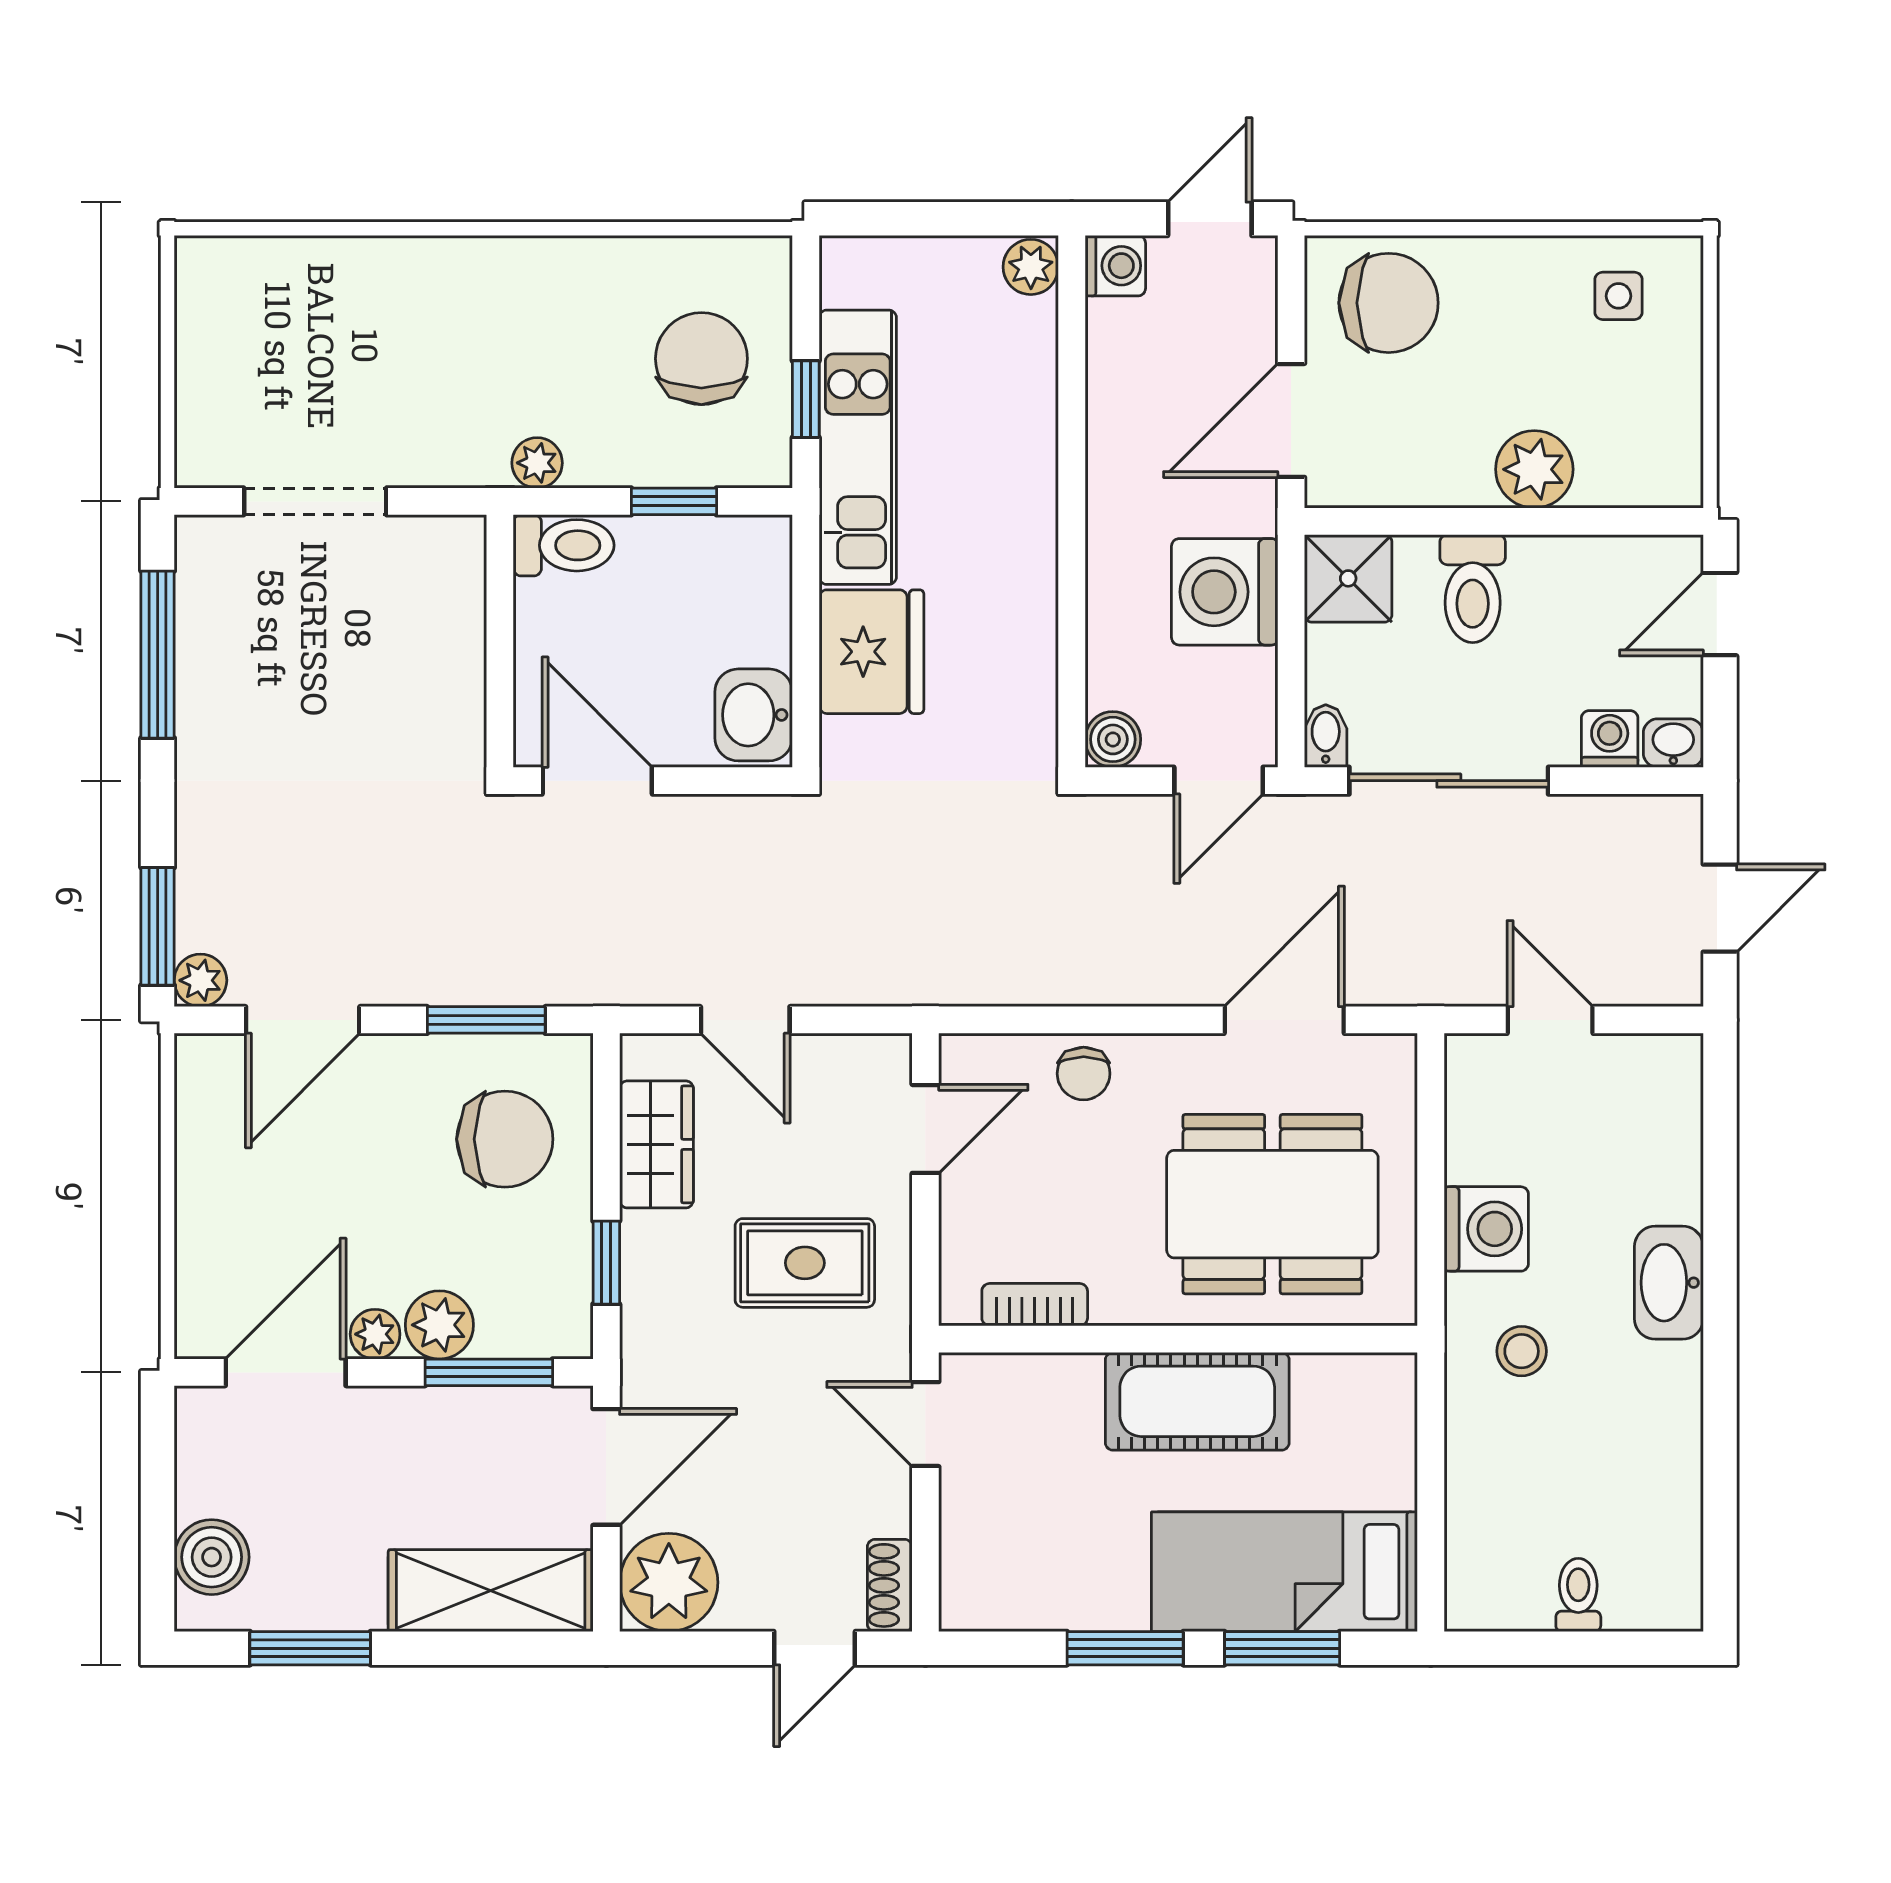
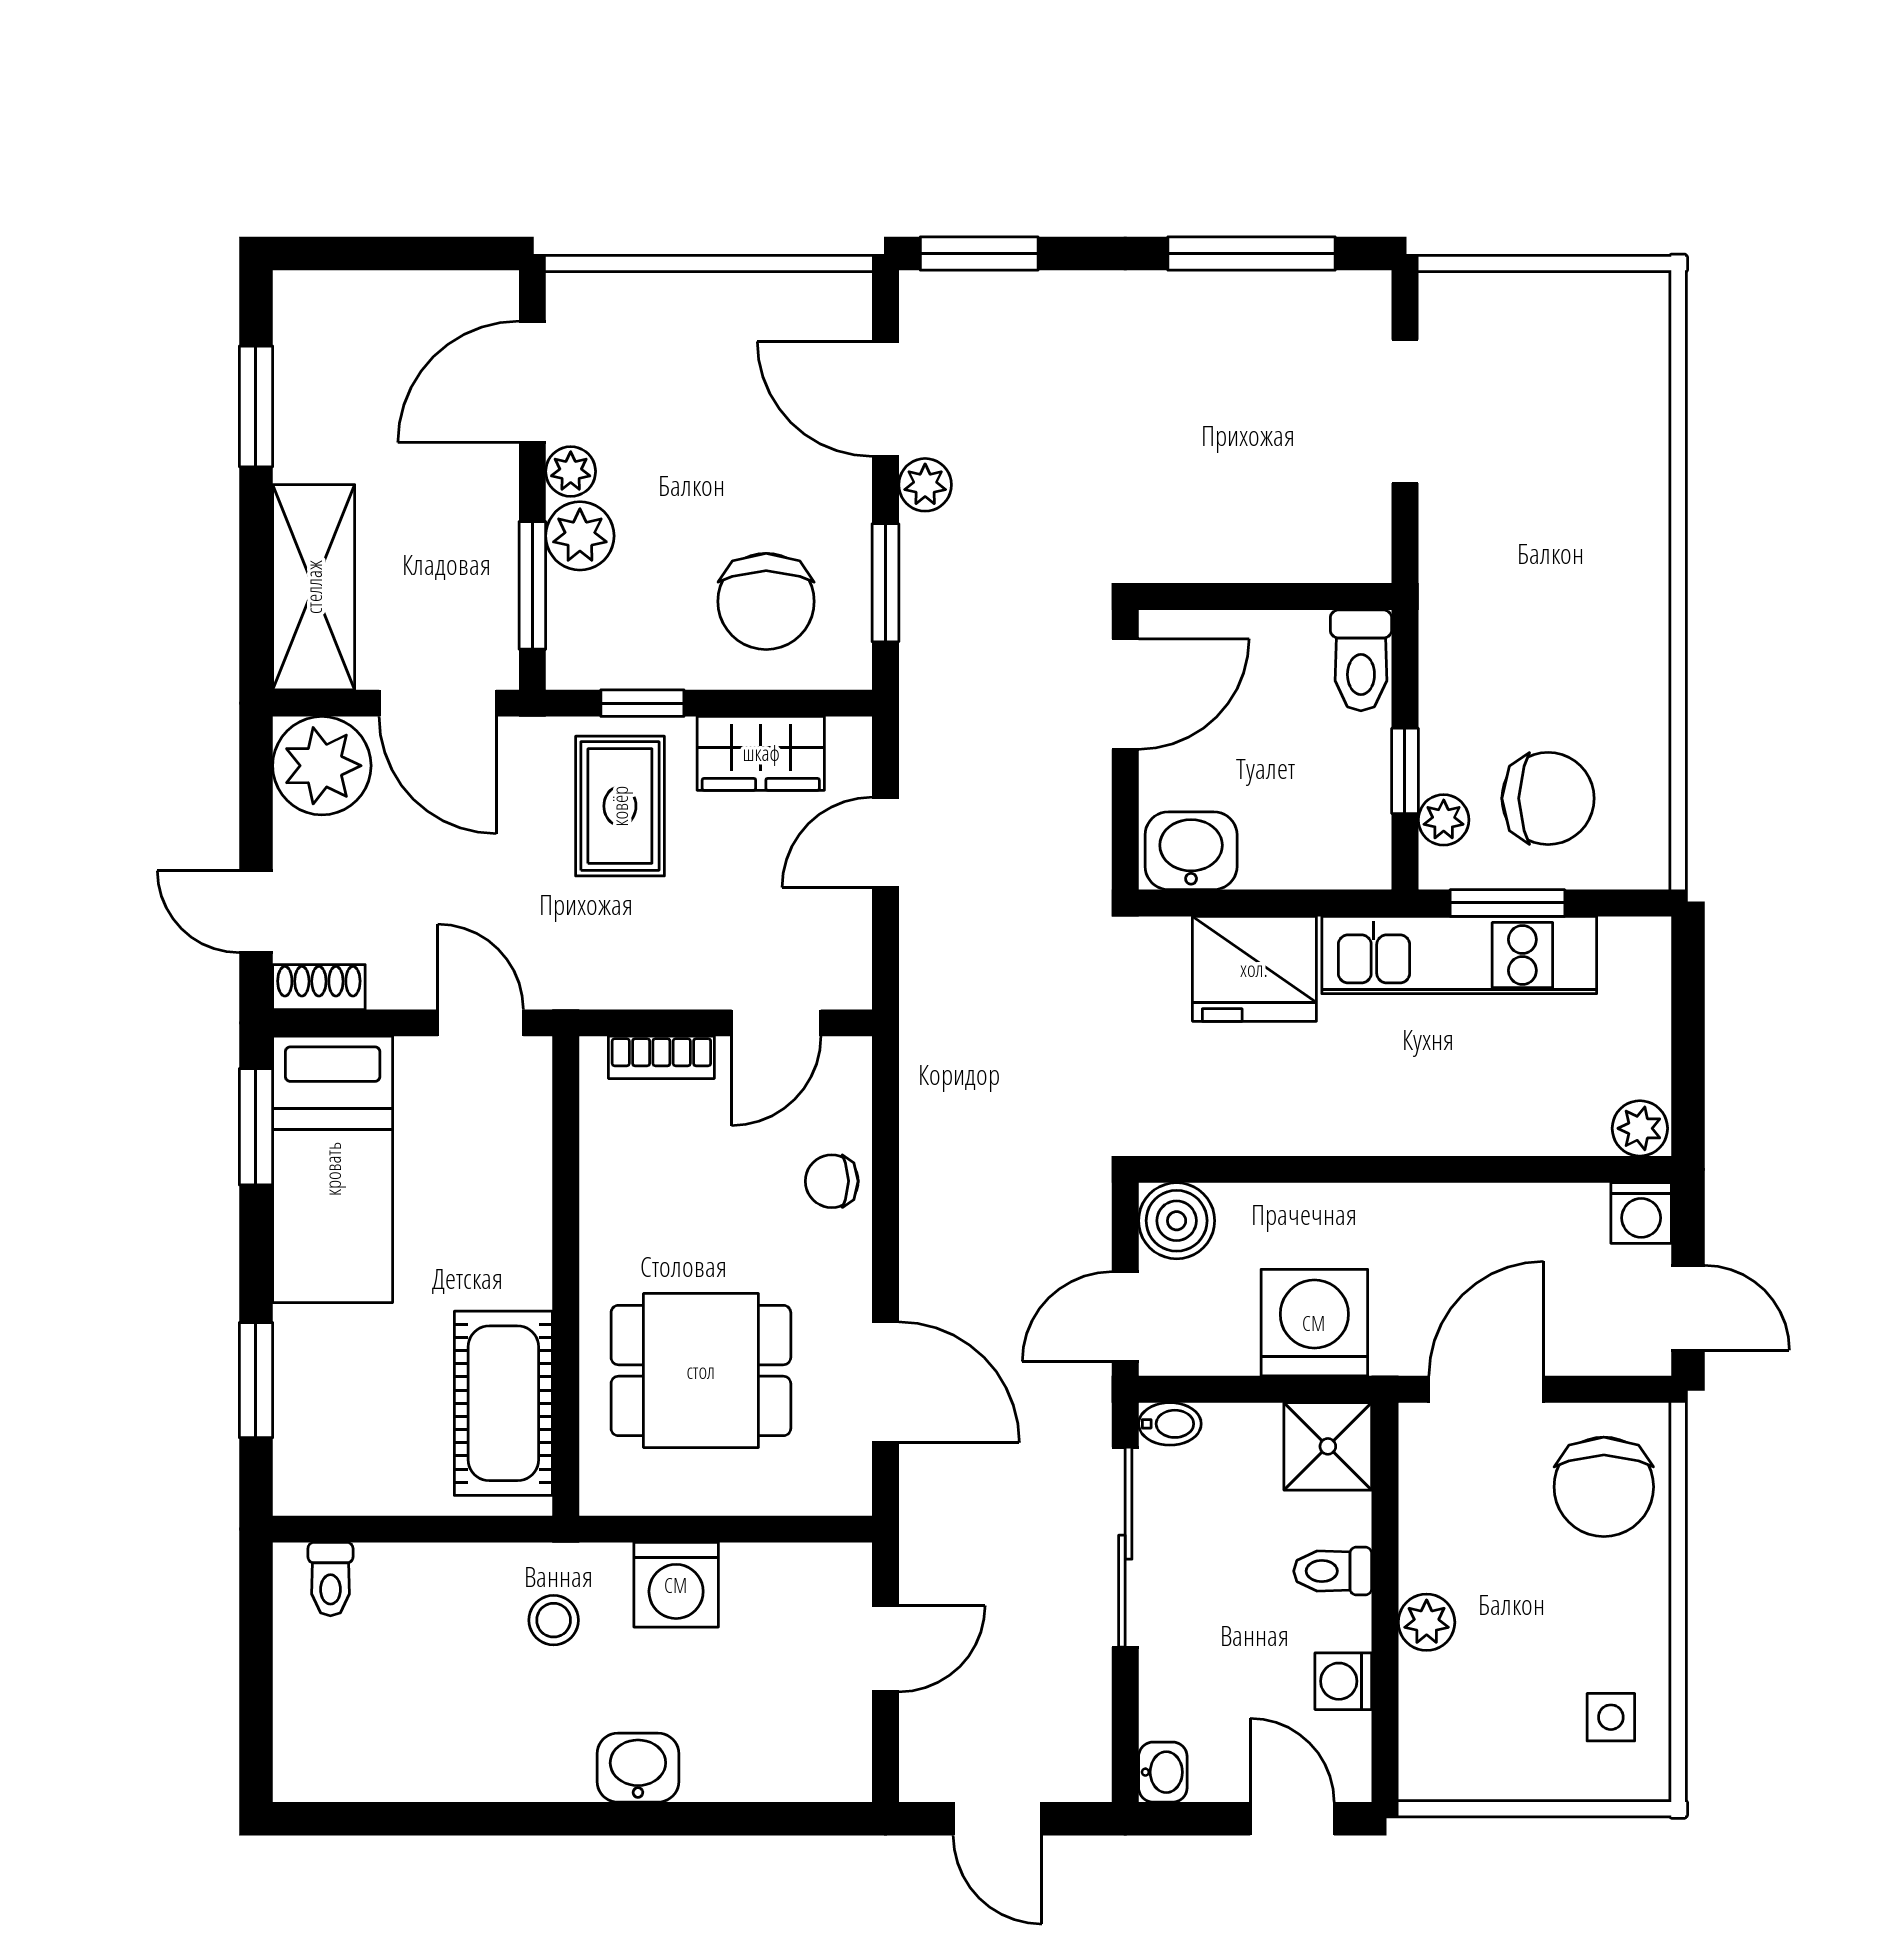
window: (806, 399) -> (1507, 903), width x1.50
door: (1291, 420) -> (1486, 1389), hinge flipped
plant: (537, 463) -> (1444, 820), moved
plant: (1534, 469) -> (1427, 1622), width x0.73, depth x0.73
toilet: (1473, 589) -> (1333, 1571), width x0.73, depth x0.72
boiler: (1113, 739) -> (1177, 1221), width x1.36, depth x1.36
washing machine: (1610, 739) -> (1343, 1681), moved, turned 180
door: (1219, 781) -> (1125, 1317), hinge flipped
plant: (200, 980) -> (925, 485), moved
door: (925, 1129) -> (776, 1023), hinge flipped
dining table: (1272, 1204) -> (701, 1371), width x0.73
rug: (805, 1263) -> (620, 806), moved
washbasin: (1669, 1283) -> (638, 1768), width x0.72
bookcase: (1035, 1305) -> (661, 1057), moved, turned 90
door: (286, 1372) -> (532, 382), swing flipped
cot: (1197, 1401) -> (503, 1403), moved
door: (925, 1424) -> (481, 1023), hinge flipped
boiler: (212, 1557) -> (347, 308), removed
bed: (1284, 1572) -> (333, 1169), moved, turned 180
toilet: (1578, 1595) -> (330, 1579), moved, turned 90
window: (1125, 1648) -> (256, 1127), moved

